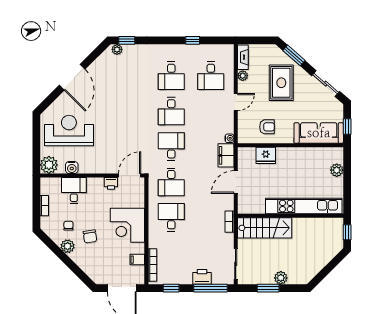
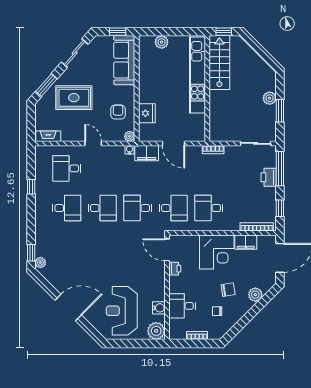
desk: (211, 76) -> (67, 168), turned 180
plant: (243, 76) -> (130, 136), moved
stairs: (265, 228) -> (219, 63), moved
plant: (68, 246) -> (255, 295), moved
filing cabinet: (137, 260) -> (246, 242), width x2.00

